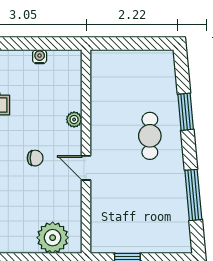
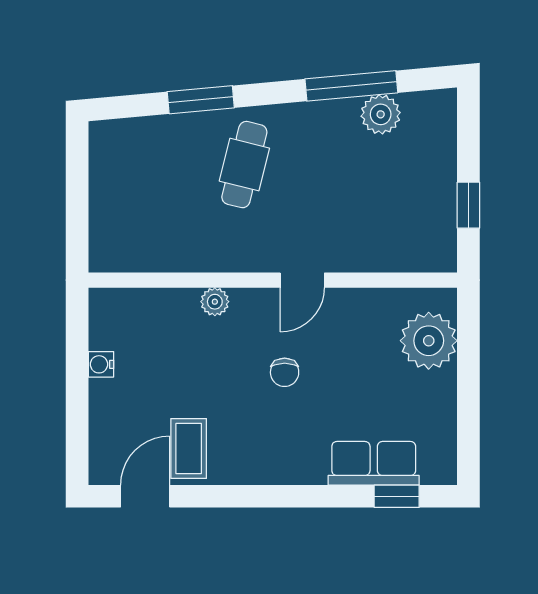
cafe table: (150, 136) -> (244, 165), turned -76
chair: (35, 158) -> (285, 372), turned 180
plant: (178, 211) -> (381, 114), added

